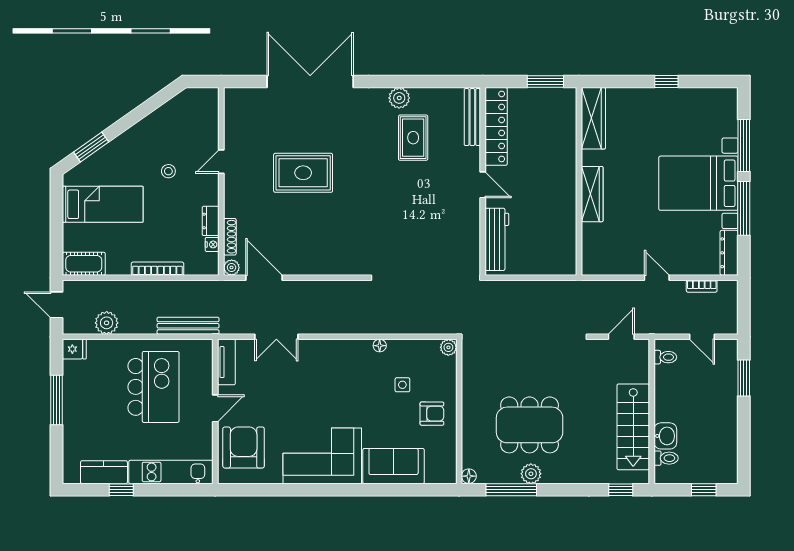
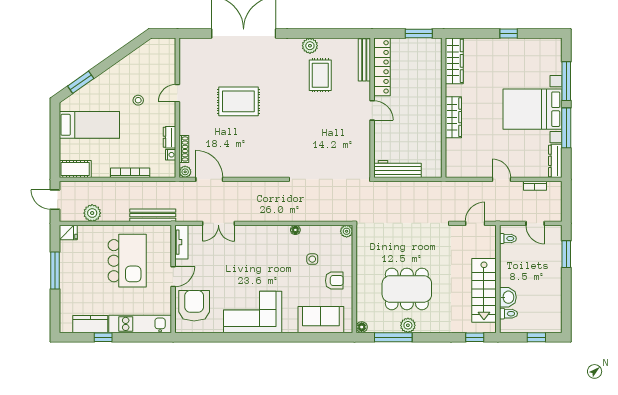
workbench: (497, 239) -> (398, 169), moved, turned -90
sofa: (394, 466) -> (321, 320), moved

